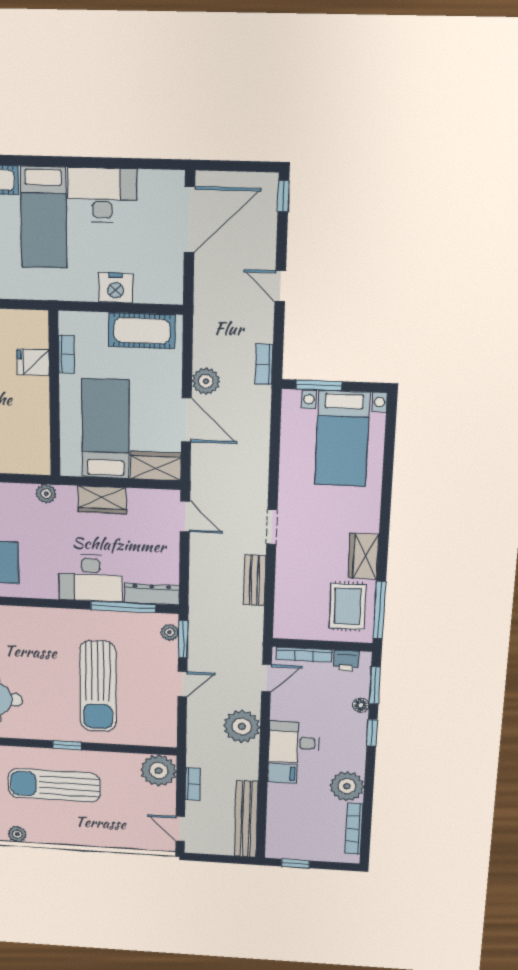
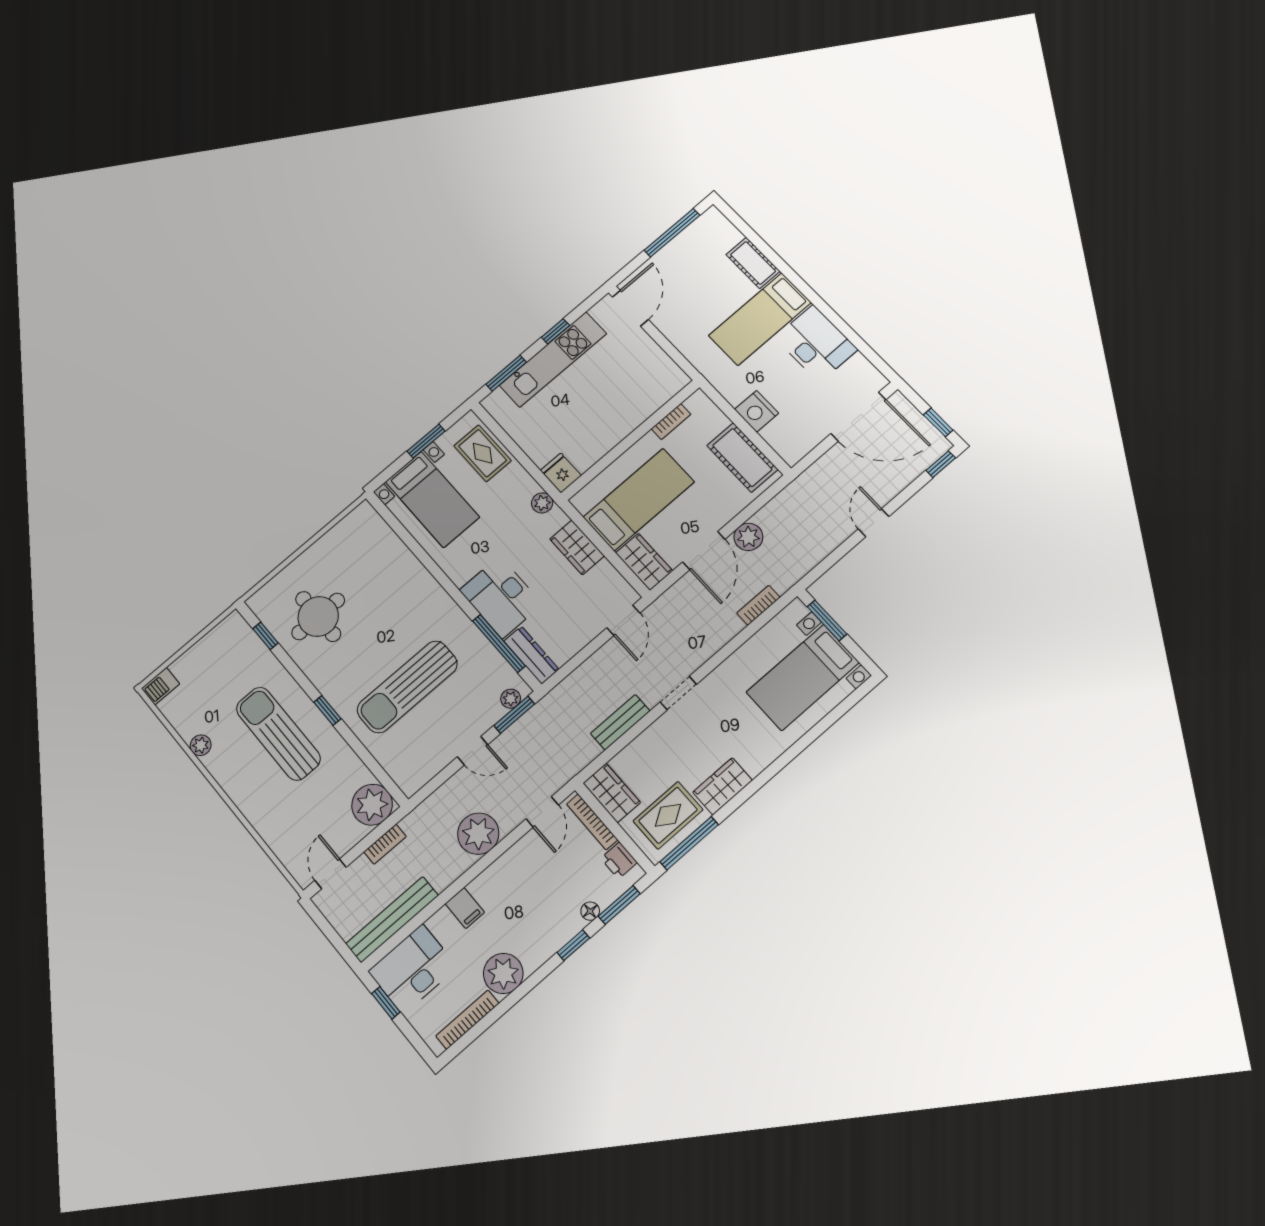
window: (250, 166) -> (938, 422), added
fridge: (33, 362) -> (561, 473), moved
bookcase: (264, 364) -> (758, 605), moved
wardrobe: (297, 627) -> (612, 793), added
door: (267, 678) -> (542, 812), hinge flipped
desk: (294, 743) -> (413, 969), moved, width x1.37

